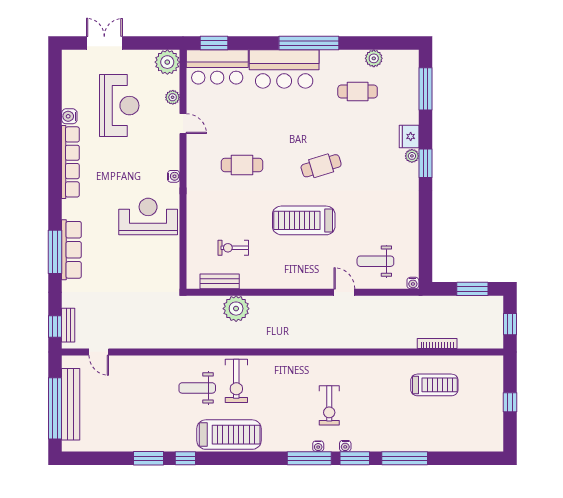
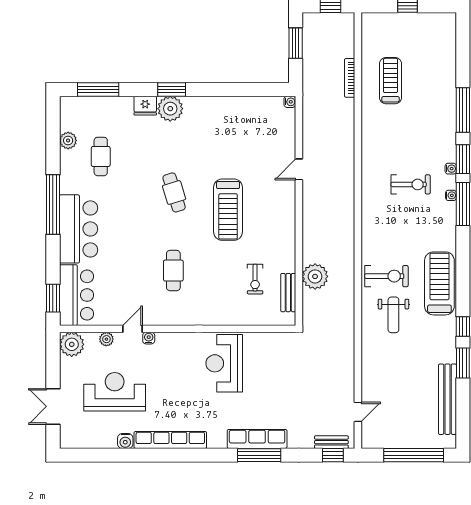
plant: (412, 156) -> (170, 109), width x1.88, depth x1.88
water cooler: (174, 176) -> (149, 338), moved
weight bench: (375, 261) -> (268, 139), removed
bench: (71, 404) -> (447, 399), moved, turned 90

